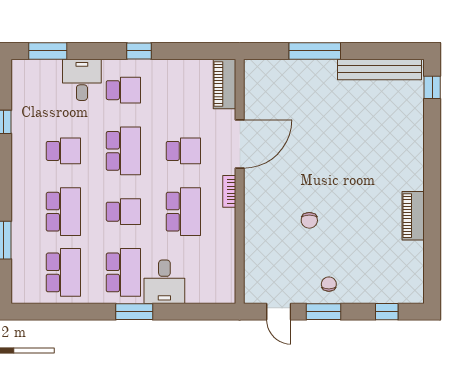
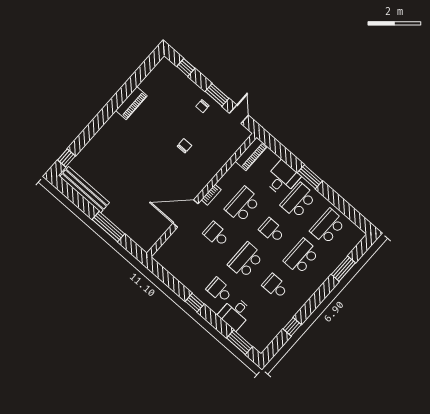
piano: (224, 84) -> (251, 154), moved

